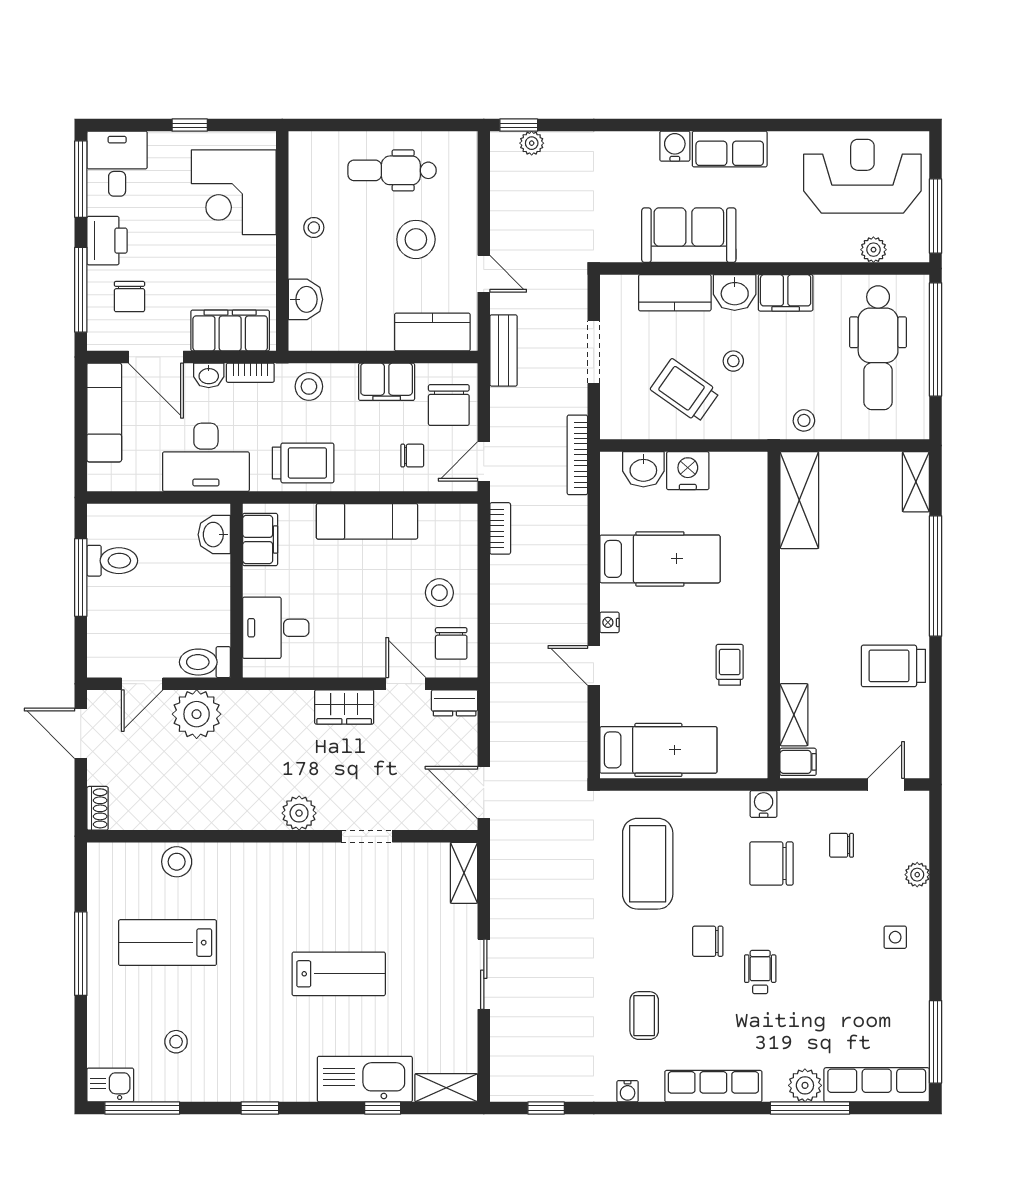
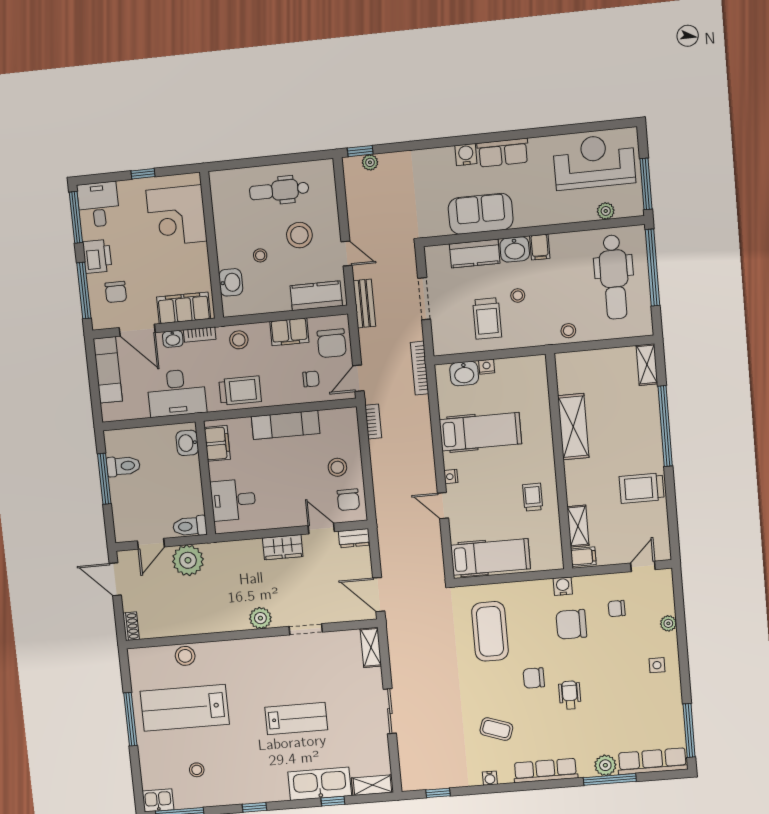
stool: (314, 228) -> (260, 255), moved
filing cabinet: (786, 293) -> (540, 247), width x0.50
trolley: (685, 391) -> (487, 318), turned -125
nightstand: (688, 471) -> (487, 367), width x0.53, depth x0.56
shelving: (799, 500) -> (573, 427), moved
lab bench: (167, 943) -> (185, 708), width x1.36, depth x1.39
coffee table: (644, 1016) -> (496, 729), turned -71

